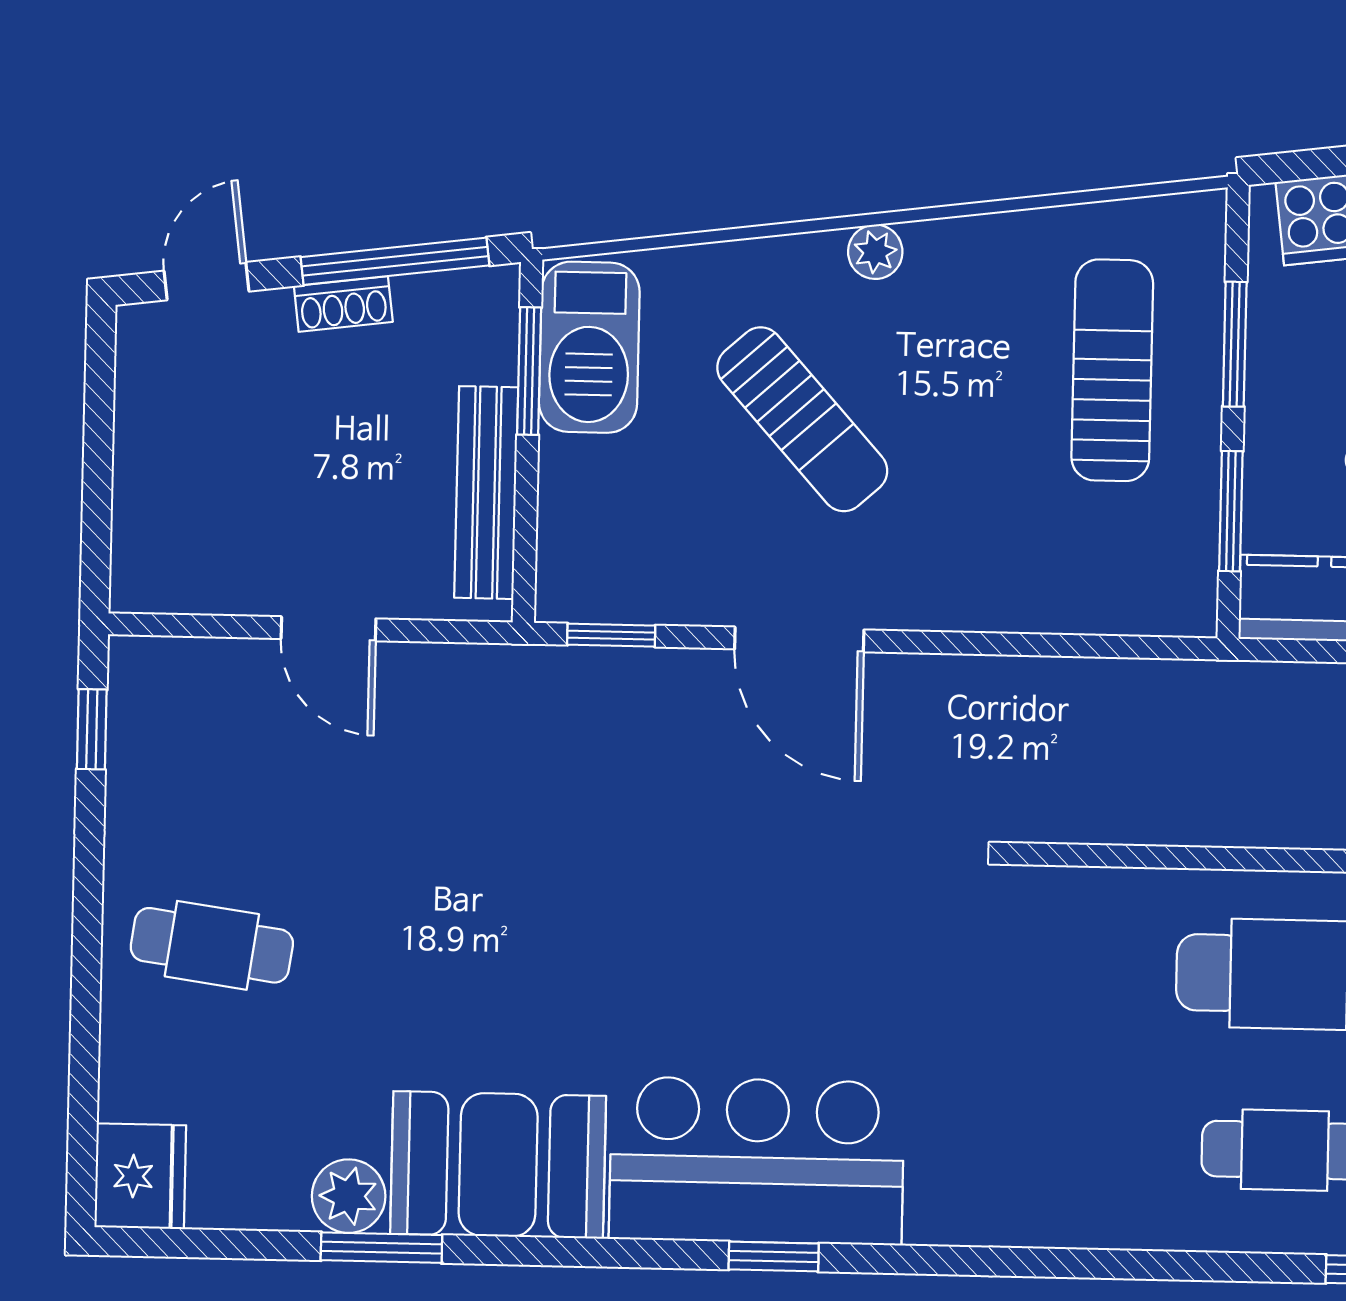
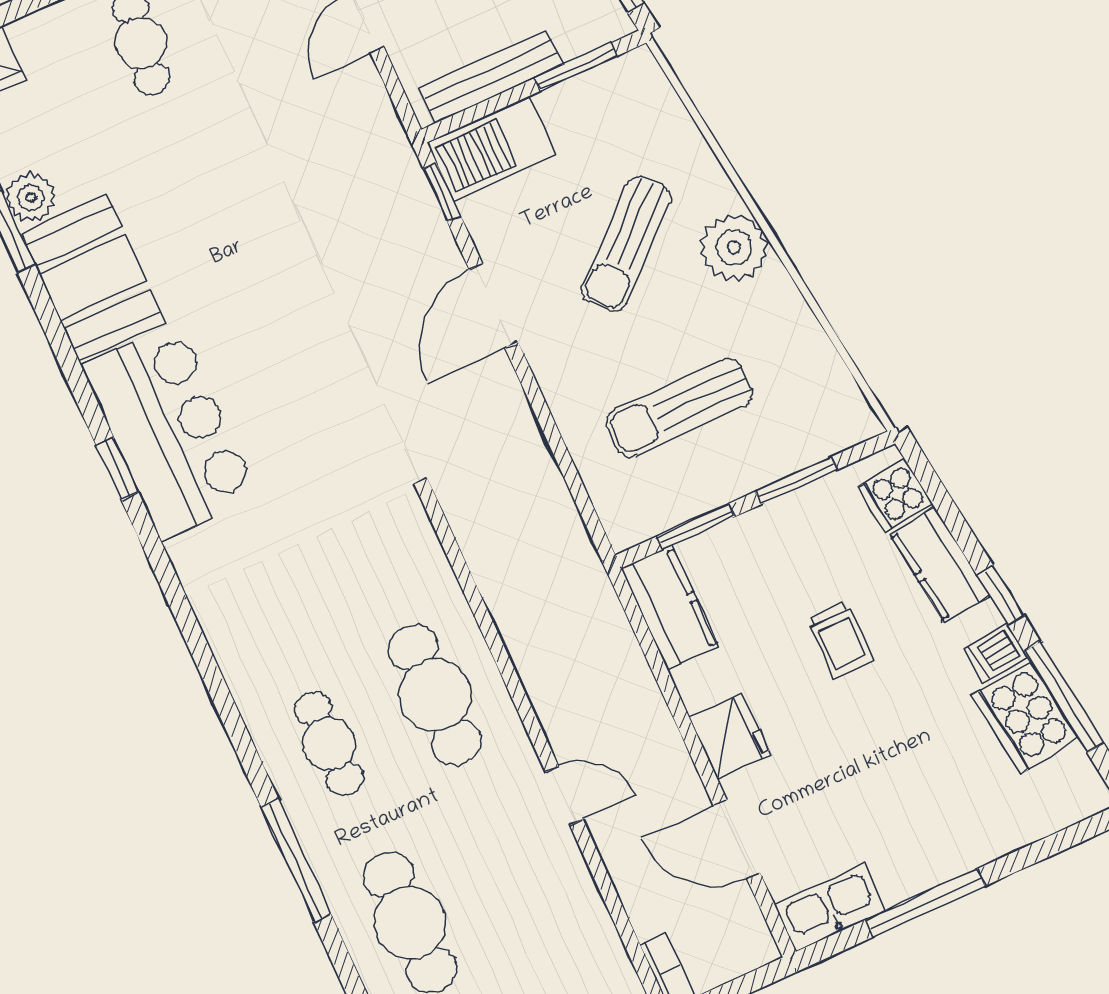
plant: (875, 252) -> (734, 248), width x1.88, depth x1.88
barbecue: (589, 347) -> (492, 149), moved
sun lounger: (1112, 370) -> (679, 408), moved, turned 180

